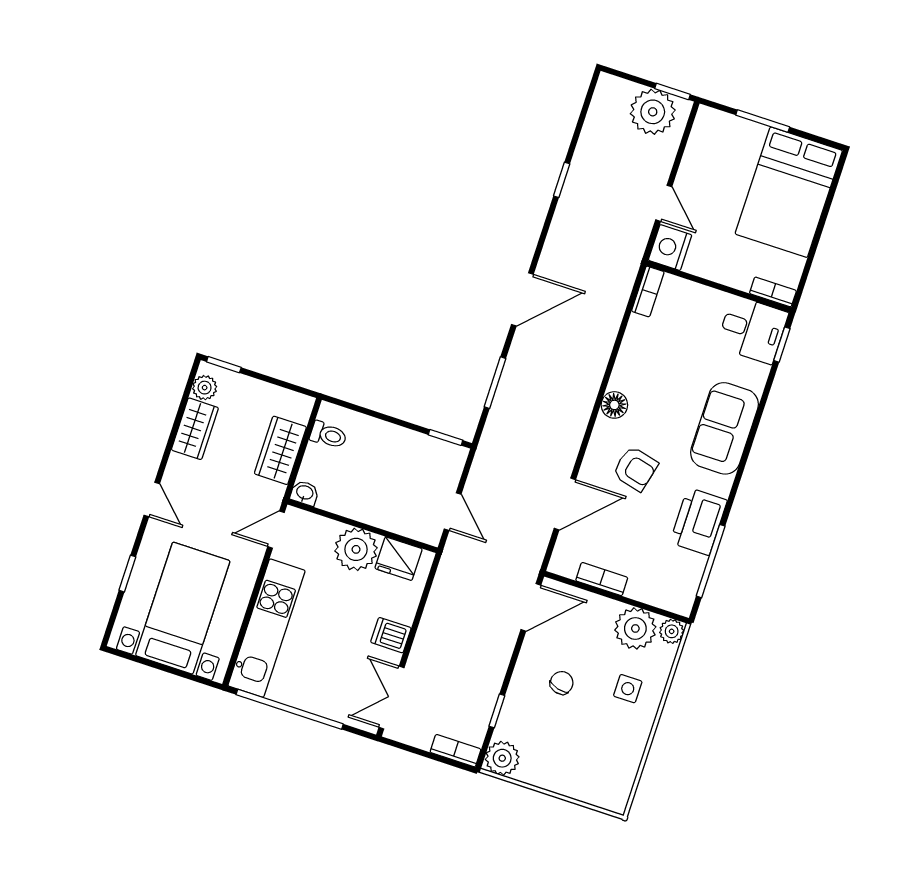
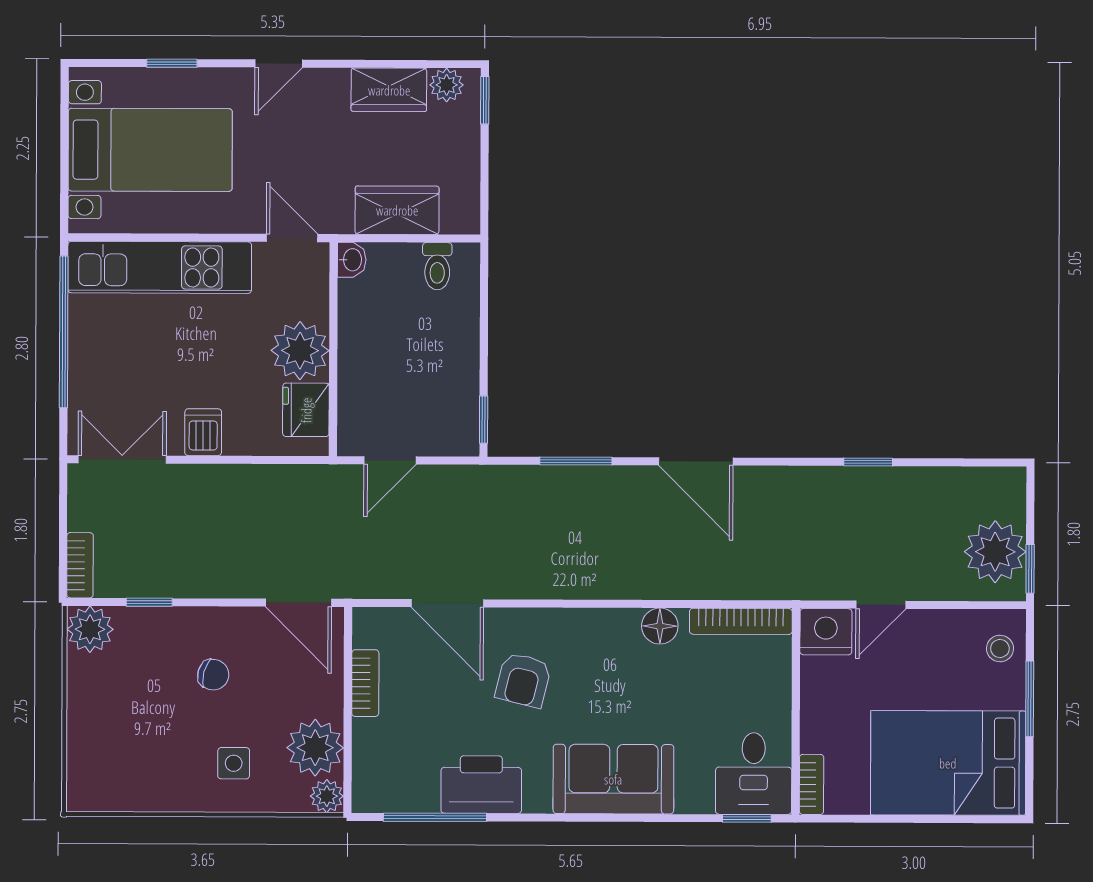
stool: (721, 130) -> (1000, 648), added
bookcase: (648, 291) -> (741, 621), width x1.56
floor lamp: (614, 405) -> (660, 626), moved

